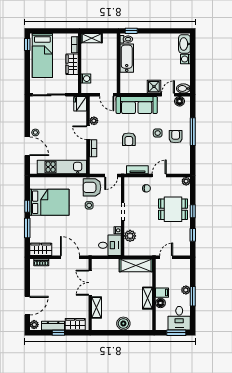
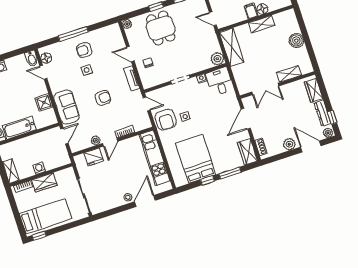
washing machine: (86, 79) -> (39, 168), moved
shower: (154, 87) -> (44, 102), moved
fridge: (80, 104) -> (94, 157), moved
sofa: (137, 105) -> (67, 107), width x0.73
plant: (130, 236) -> (217, 59), moved
plant: (35, 288) -> (289, 144), added
window: (58, 333) -> (332, 117), moved

